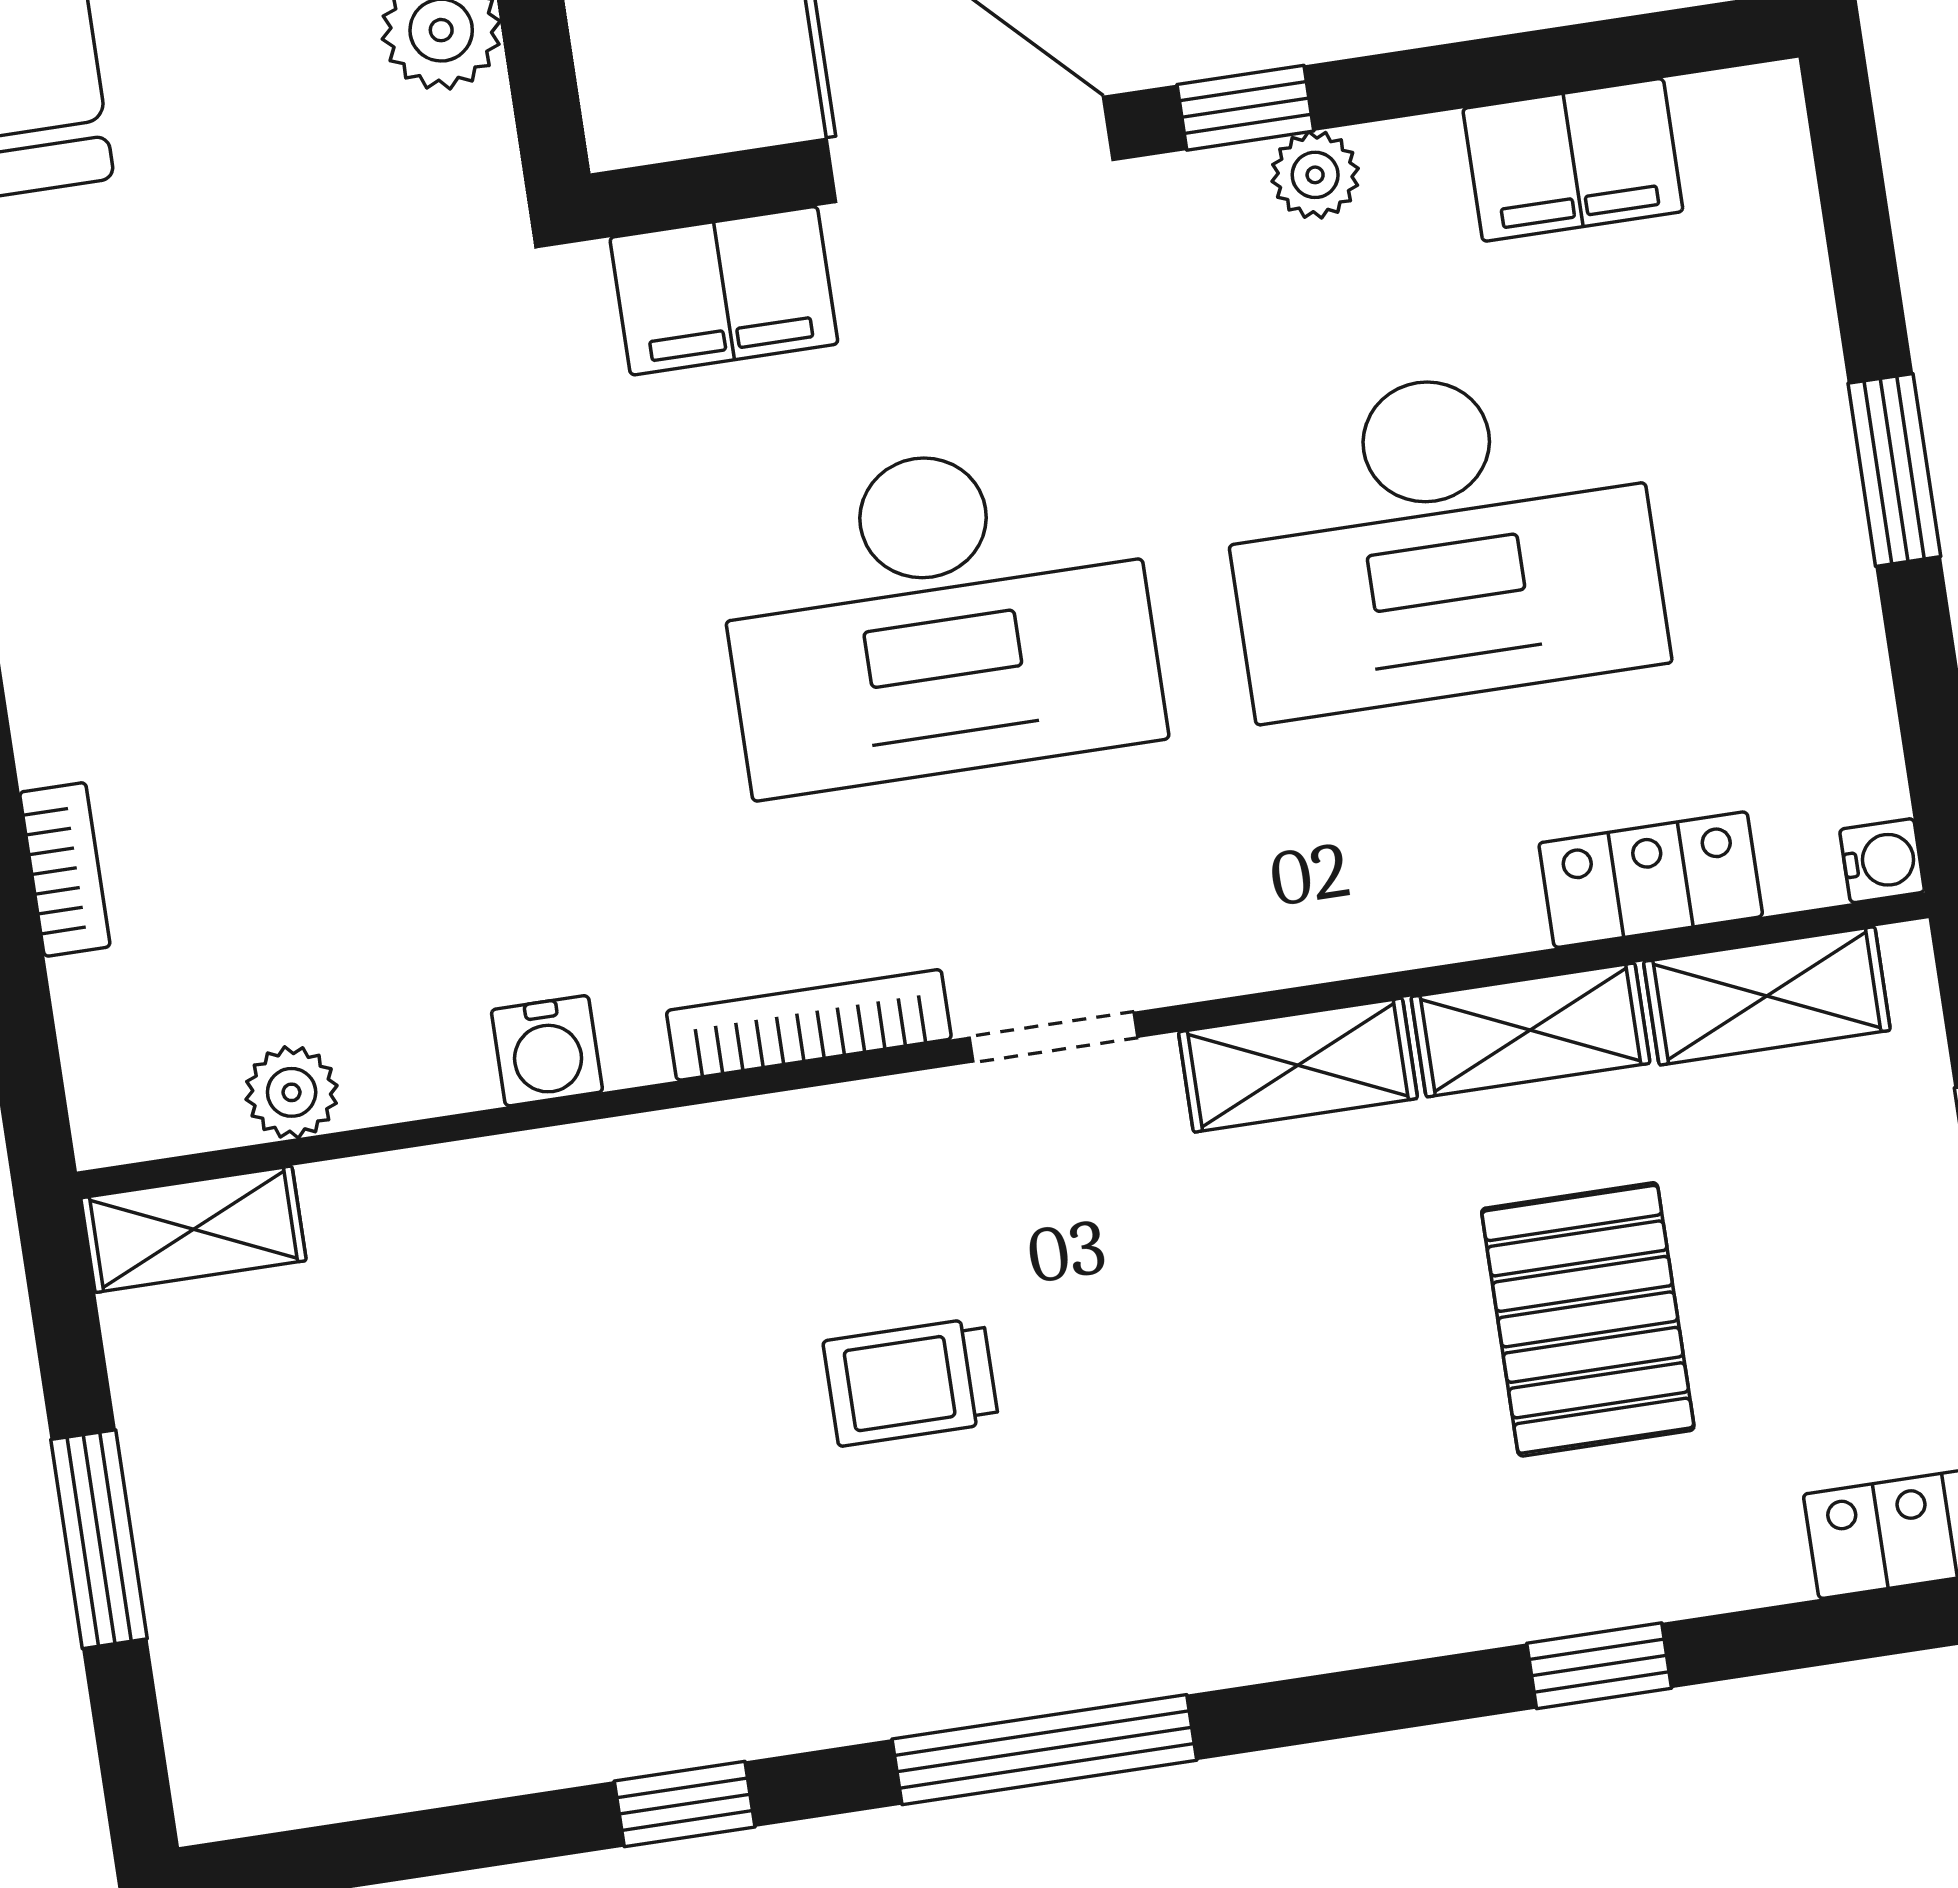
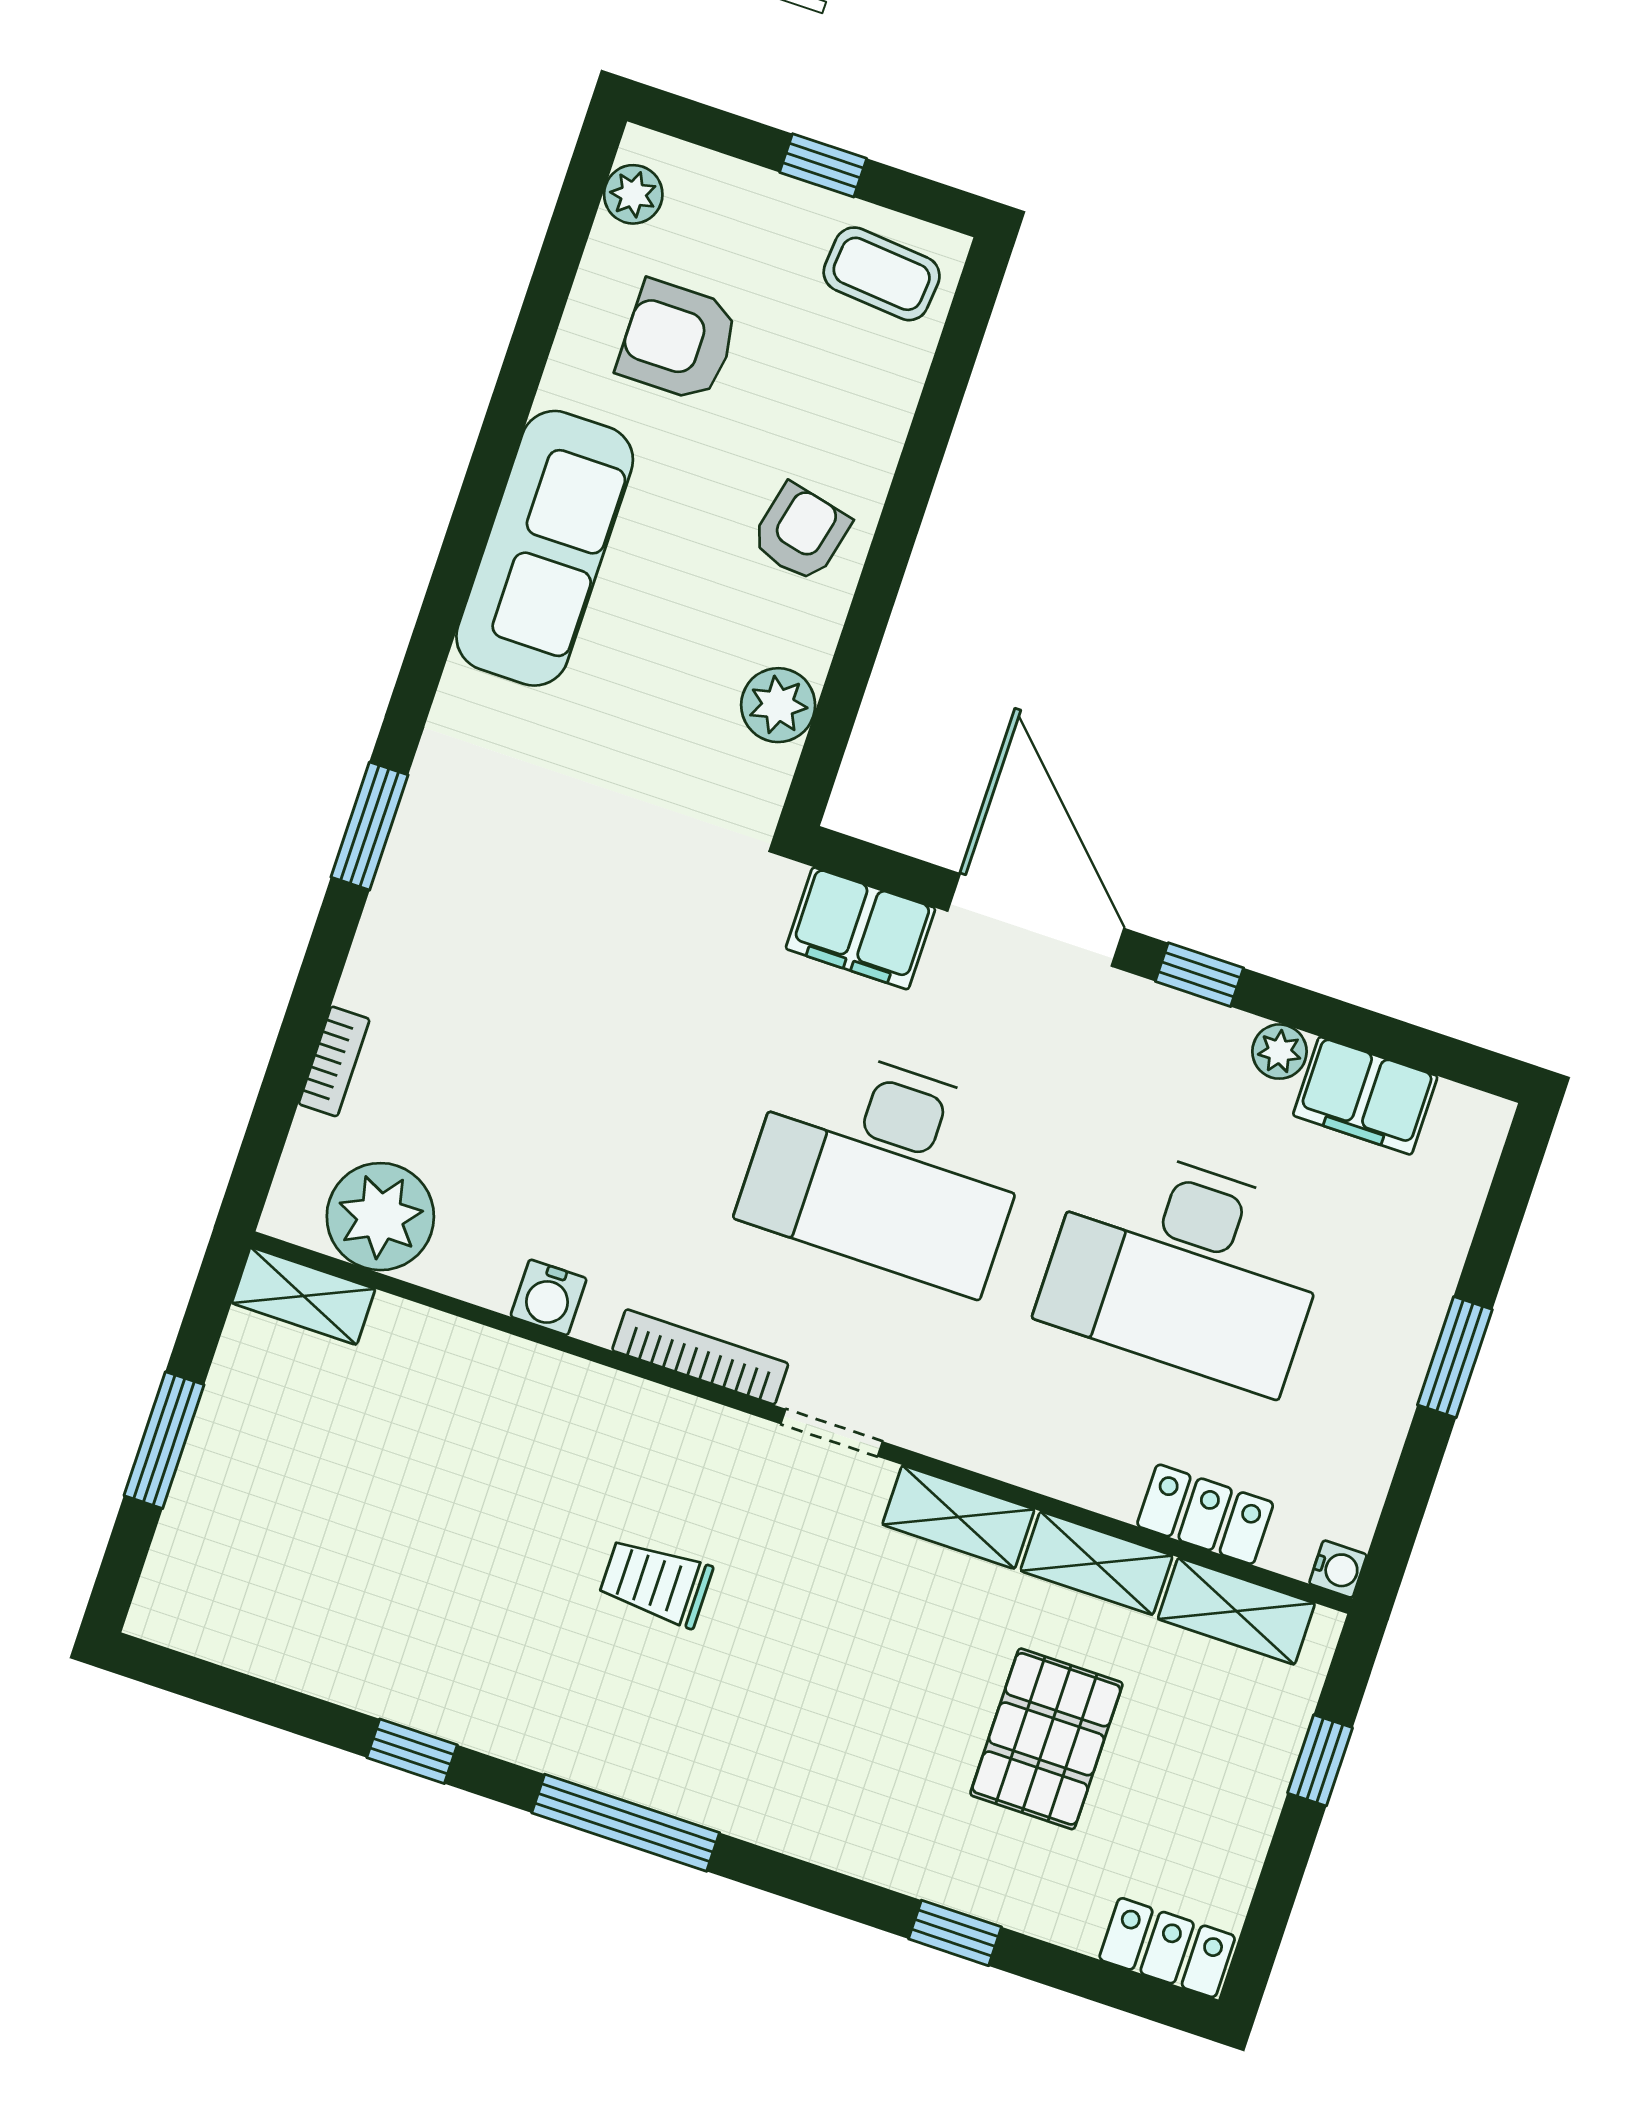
plant: (1315, 175) -> (1279, 1052), moved
plant: (292, 1092) -> (380, 1217), width x1.87, depth x1.87

